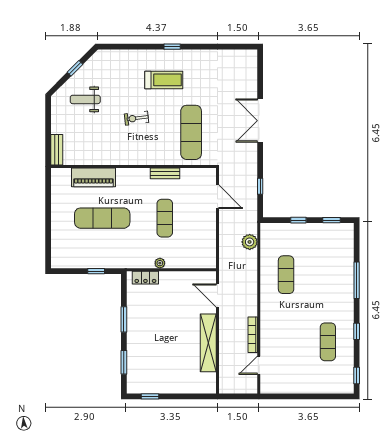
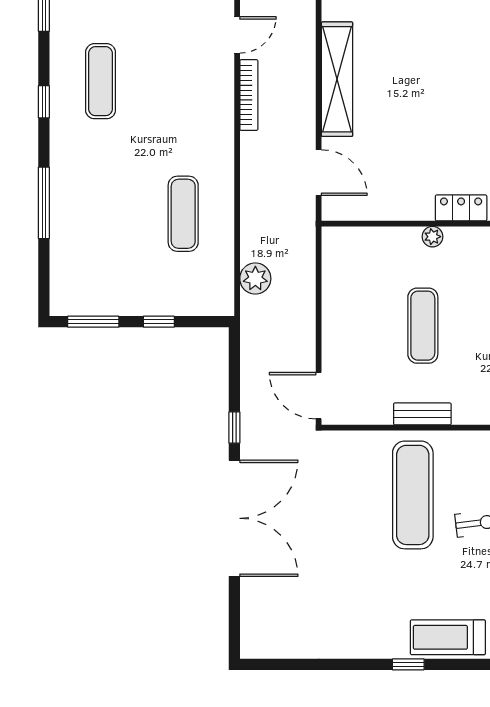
treadmill: (164, 80) -> (448, 637), moved
double door: (260, 121) -> (234, 518), width x1.36
exercise mat: (191, 132) -> (413, 495), moved
window: (260, 186) -> (234, 427), moved
door: (217, 197) -> (319, 396), moved
window: (332, 220) -> (93, 322), width x1.50

